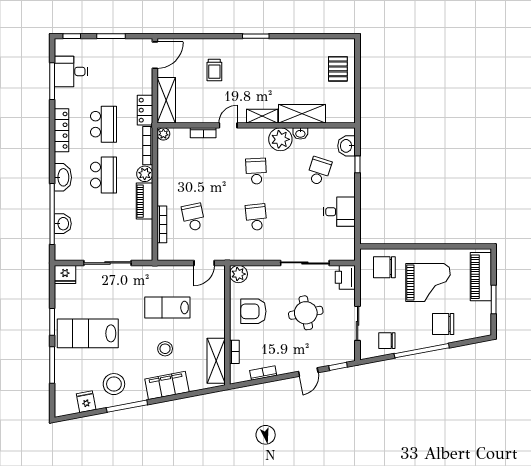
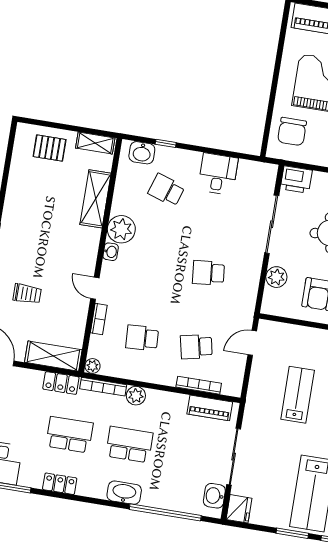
shelving: (262, 116) -> (95, 143), moved, turned 90
locker: (61, 130) -> (60, 484), width x0.66
washbasin: (300, 133) -> (111, 252), moved
school desk: (256, 171) -> (142, 338), moved
piano: (145, 201) -> (210, 408), moved
washbasin: (63, 224) -> (214, 496), moved, turned -90
door: (204, 263) -> (252, 343), swing flipped
plant: (238, 274) -> (276, 277), moved
lab bench: (167, 308) -> (298, 395), turned 180

